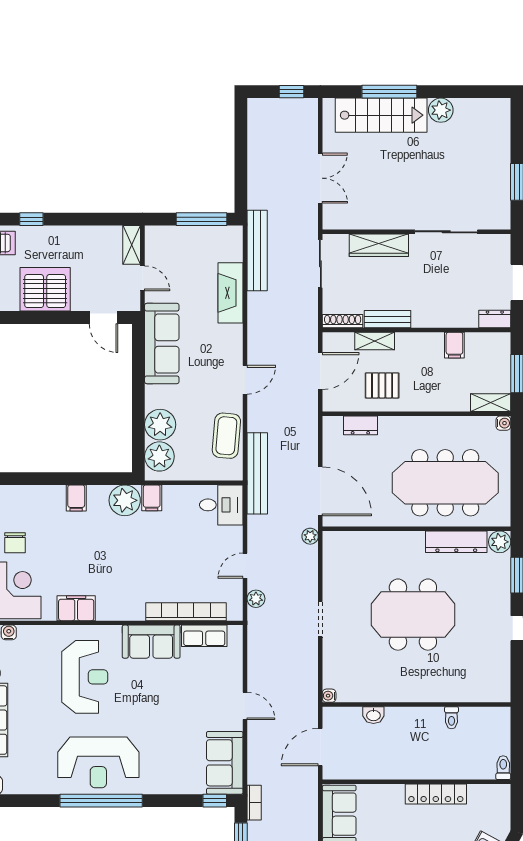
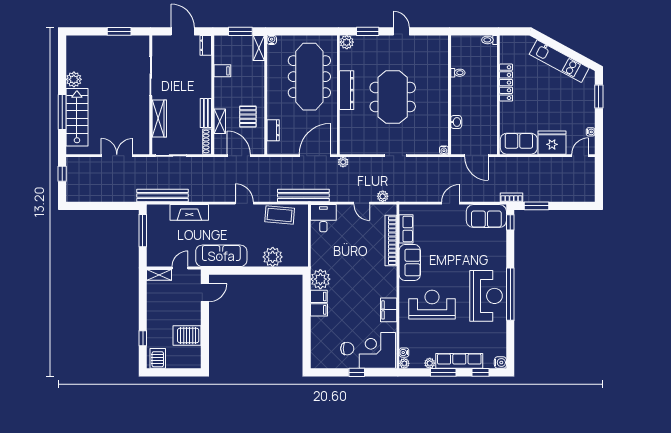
server rack: (45, 289) -> (187, 335), width x0.62
plant: (159, 456) -> (293, 257), removed
filing cabinet: (152, 498) -> (319, 296), moved
dresser: (456, 542) -> (347, 90), moved

